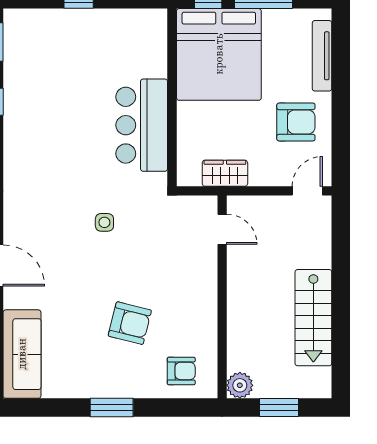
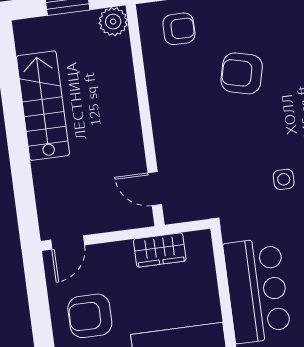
armchair: (181, 371) -> (179, 29), turned 180

